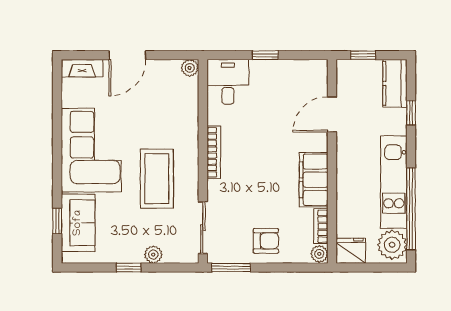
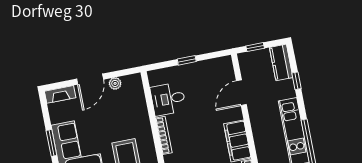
plant: (190, 68) -> (115, 83), moved
desk: (228, 82) -> (168, 99), moved, turned -90
window: (57, 133) -> (51, 143), added

